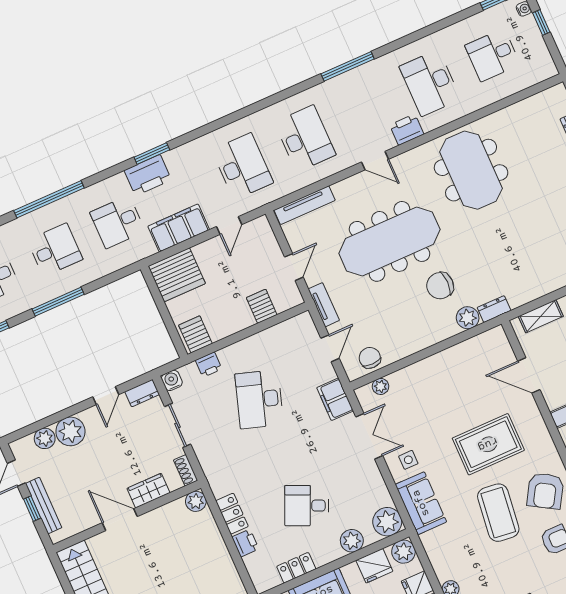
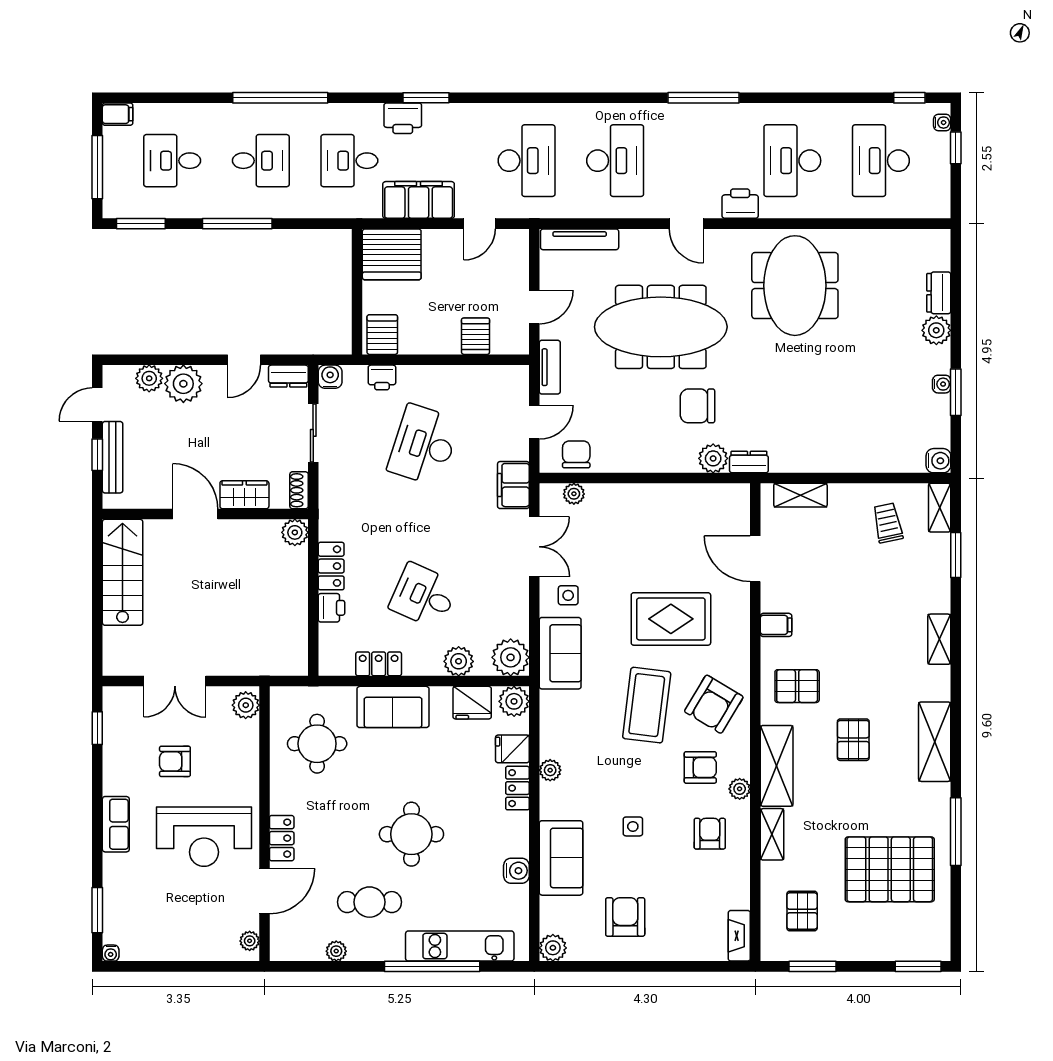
desk: (492, 55) -> (881, 161), width x1.37
printer: (148, 175) -> (403, 118), width x0.73, depth x0.84

